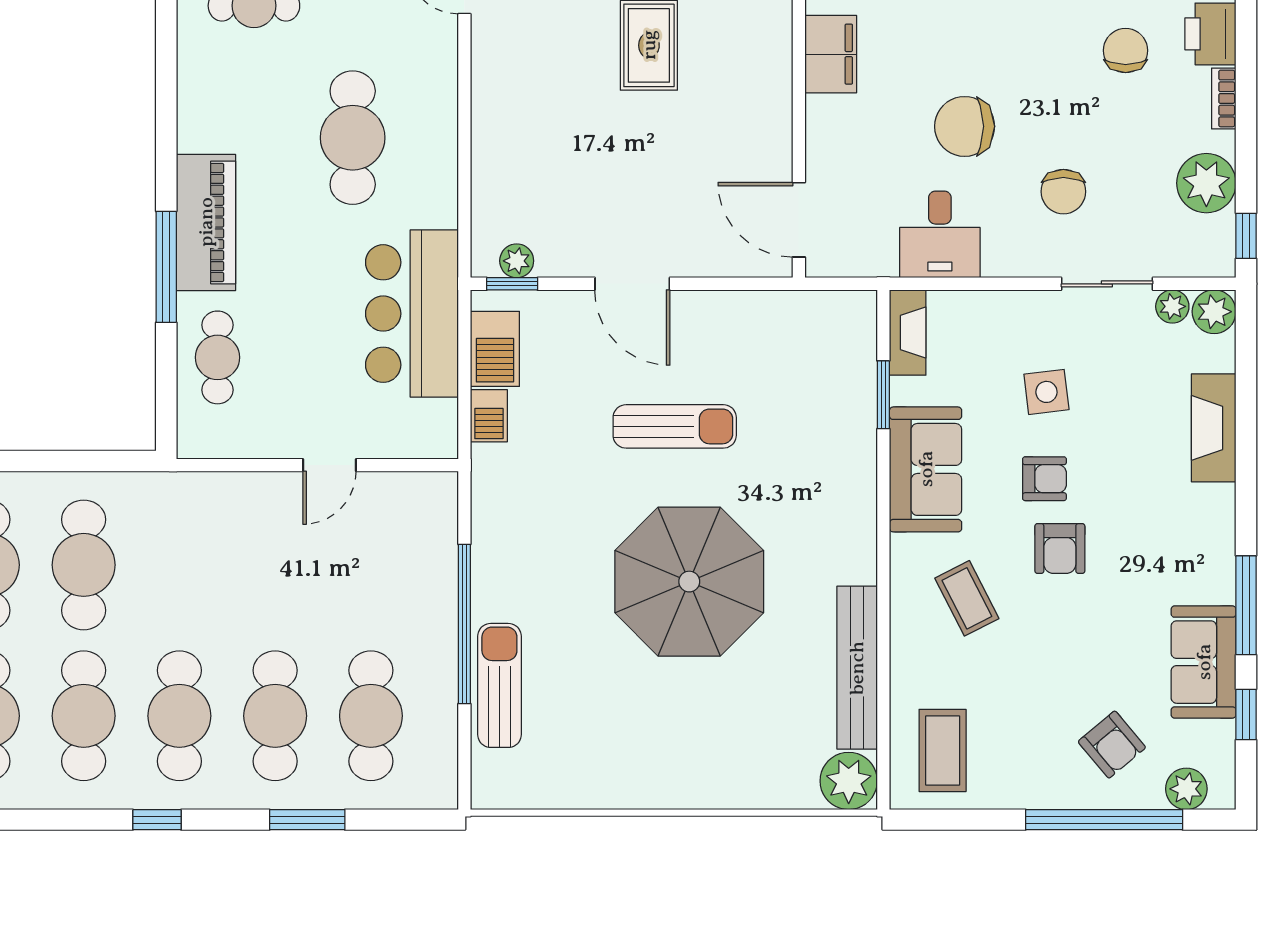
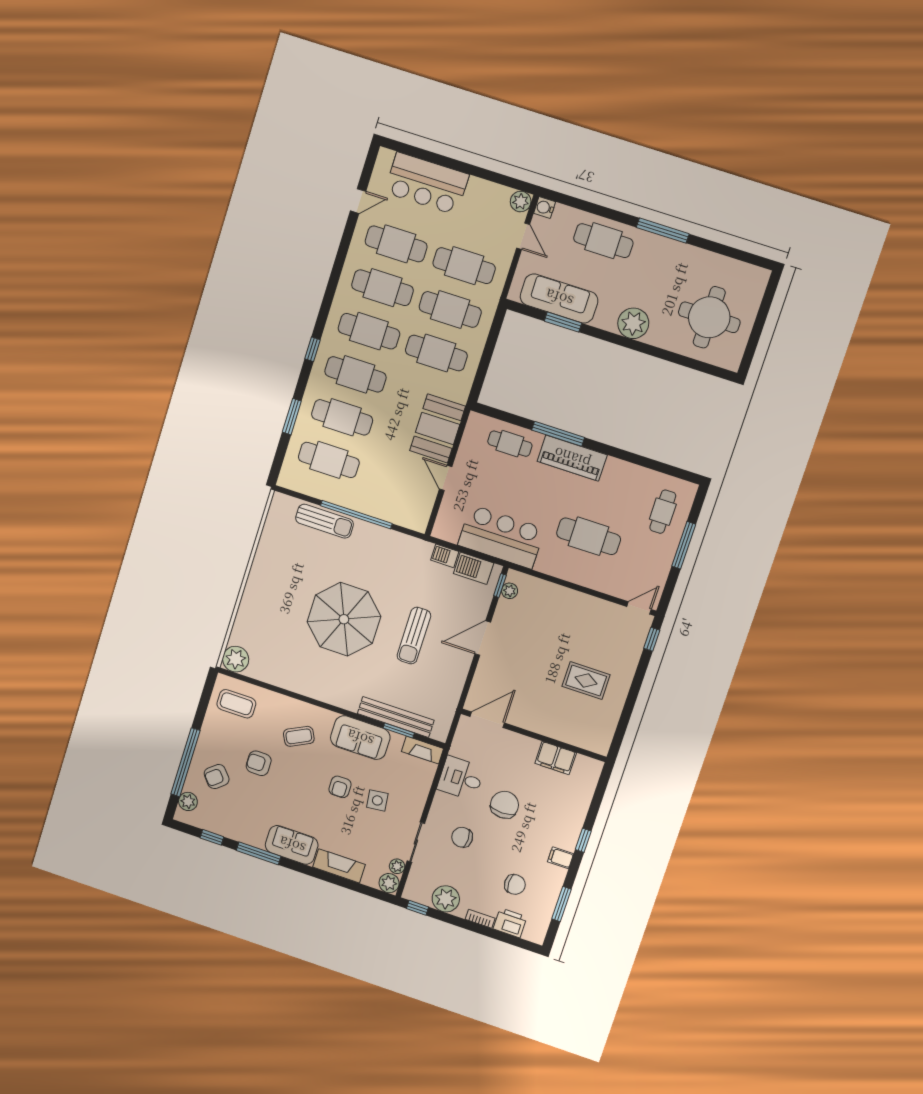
booth: (235, 514) -> (438, 428), added
armchair: (1060, 548) -> (259, 763), moved
sofa: (1204, 662) -> (292, 845), moved
bench: (857, 668) -> (396, 717), moved

